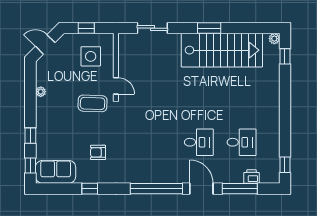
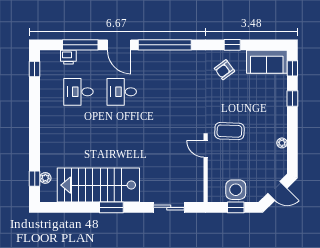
plant: (274, 39) -> (45, 178), moved
side table: (91, 56) -> (236, 190), moved
armchair: (98, 152) -> (224, 70), moved, turned 143

